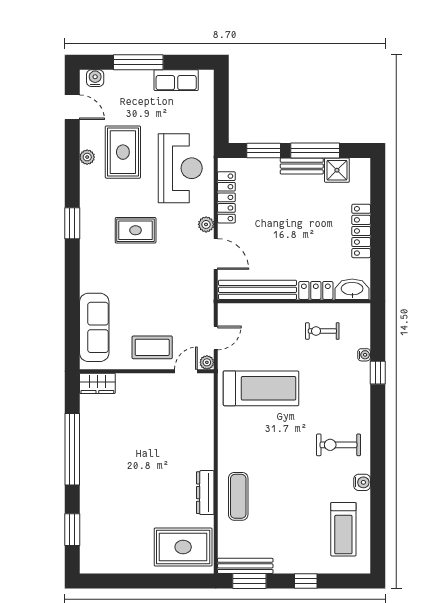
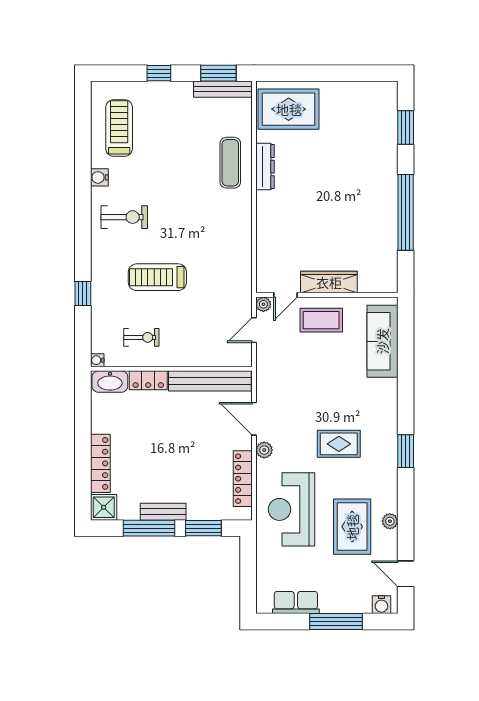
shower: (337, 170) -> (104, 507), moved
locker: (361, 231) -> (100, 463), moved
water cooler: (364, 355) -> (97, 360), moved
wardrobe: (97, 383) -> (329, 282), moved, width x1.50
treadmill: (261, 388) -> (157, 277), moved, width x0.73, depth x0.73

